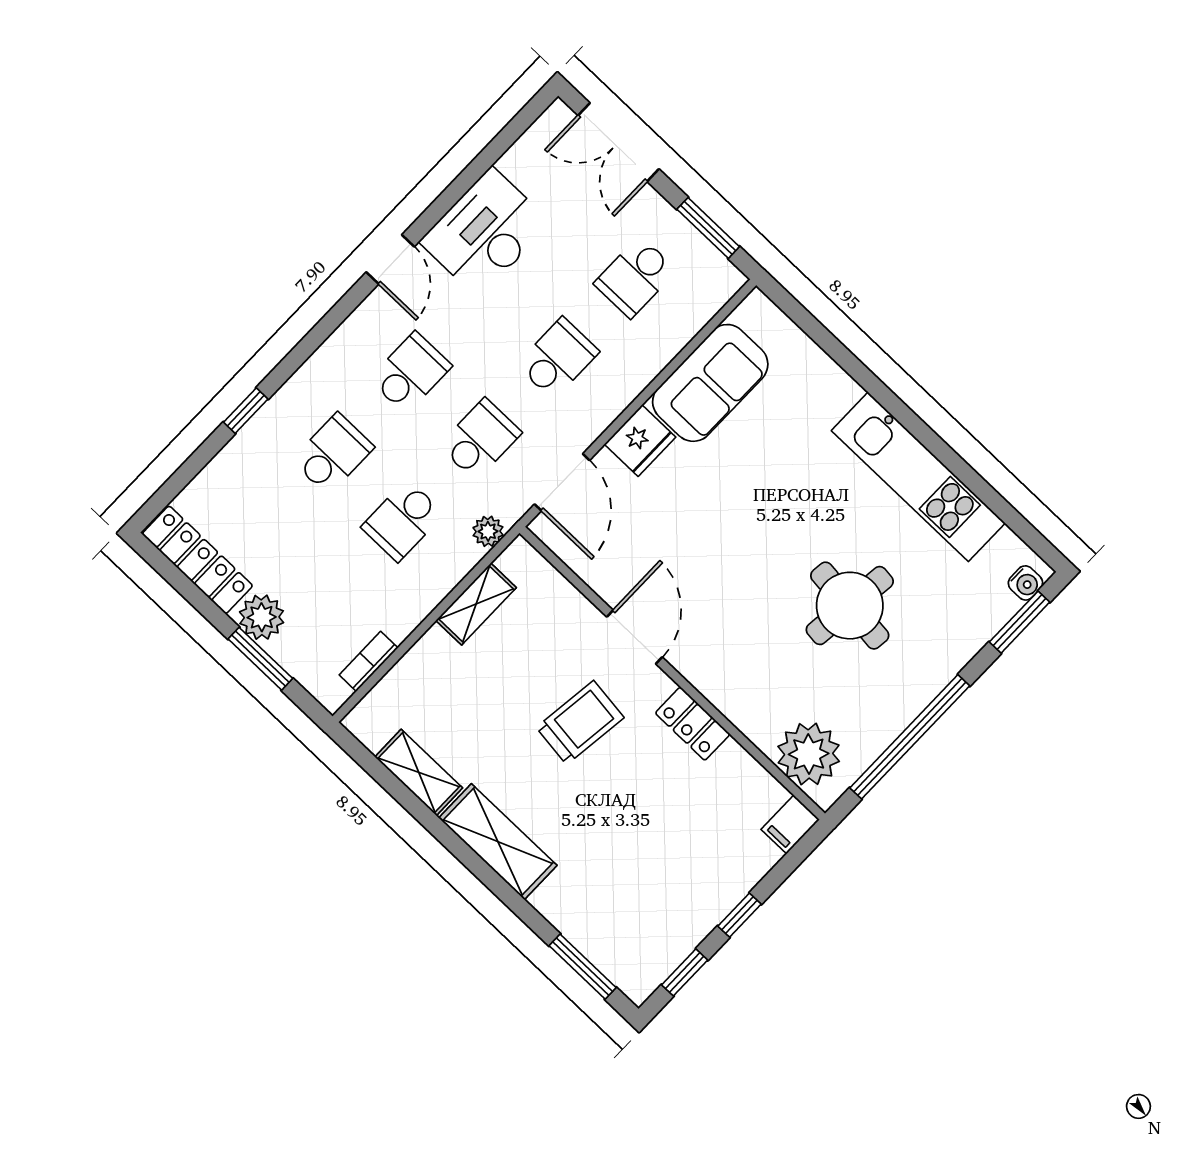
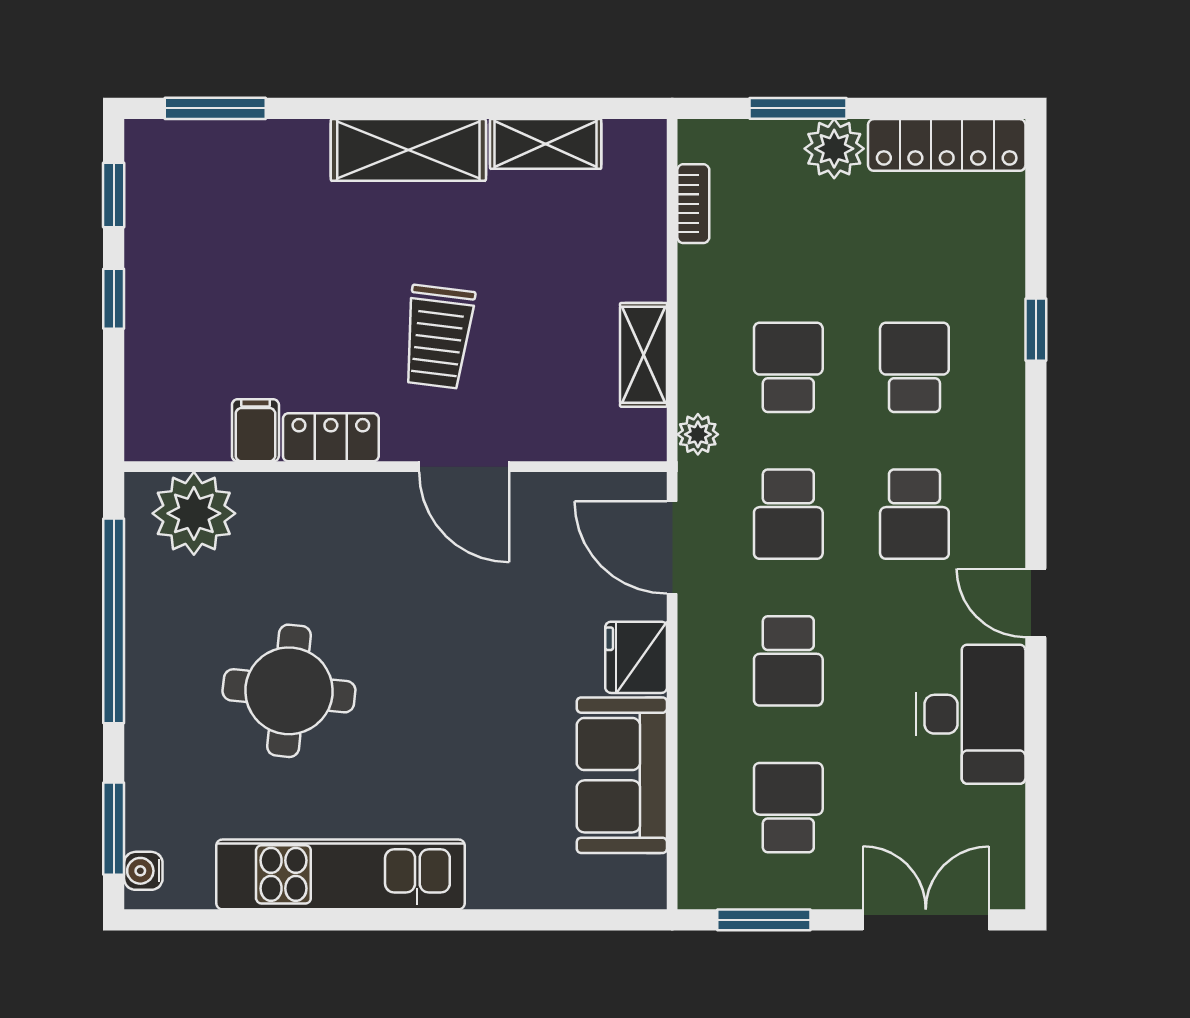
school desk: (333, 454) -> (914, 367), turned 180
filing cabinet: (790, 824) -> (255, 430), moved

